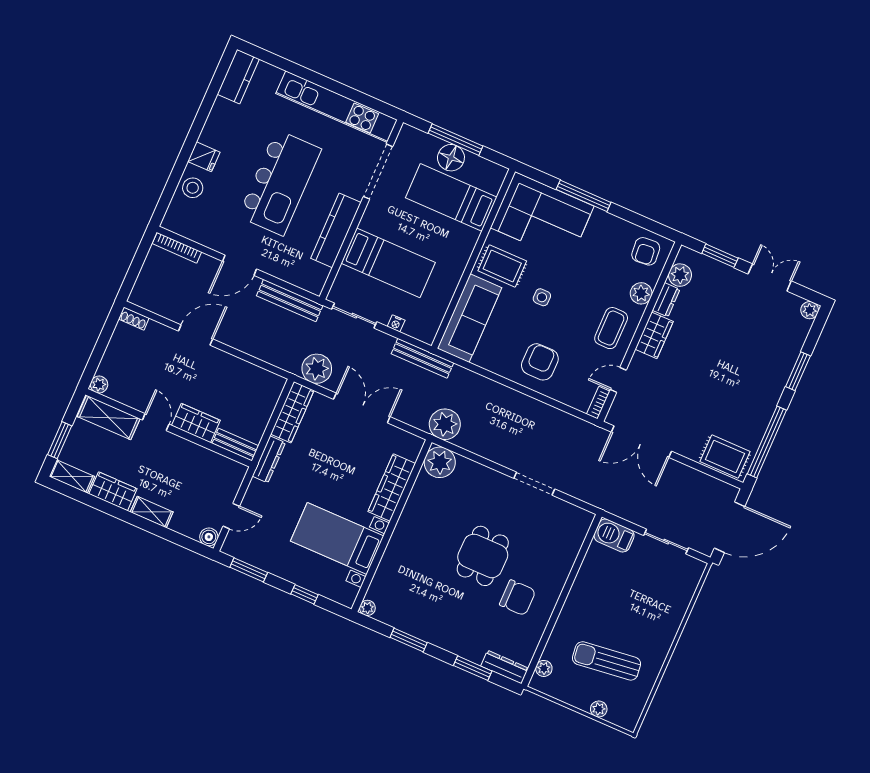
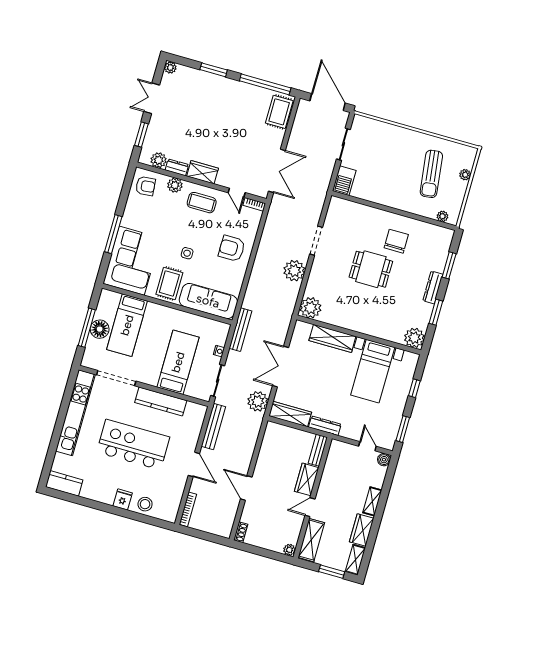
plant: (445, 424) -> (294, 271), moved
plant: (367, 608) -> (414, 338), width x1.87, depth x1.87
dresser: (505, 667) -> (433, 287), moved

